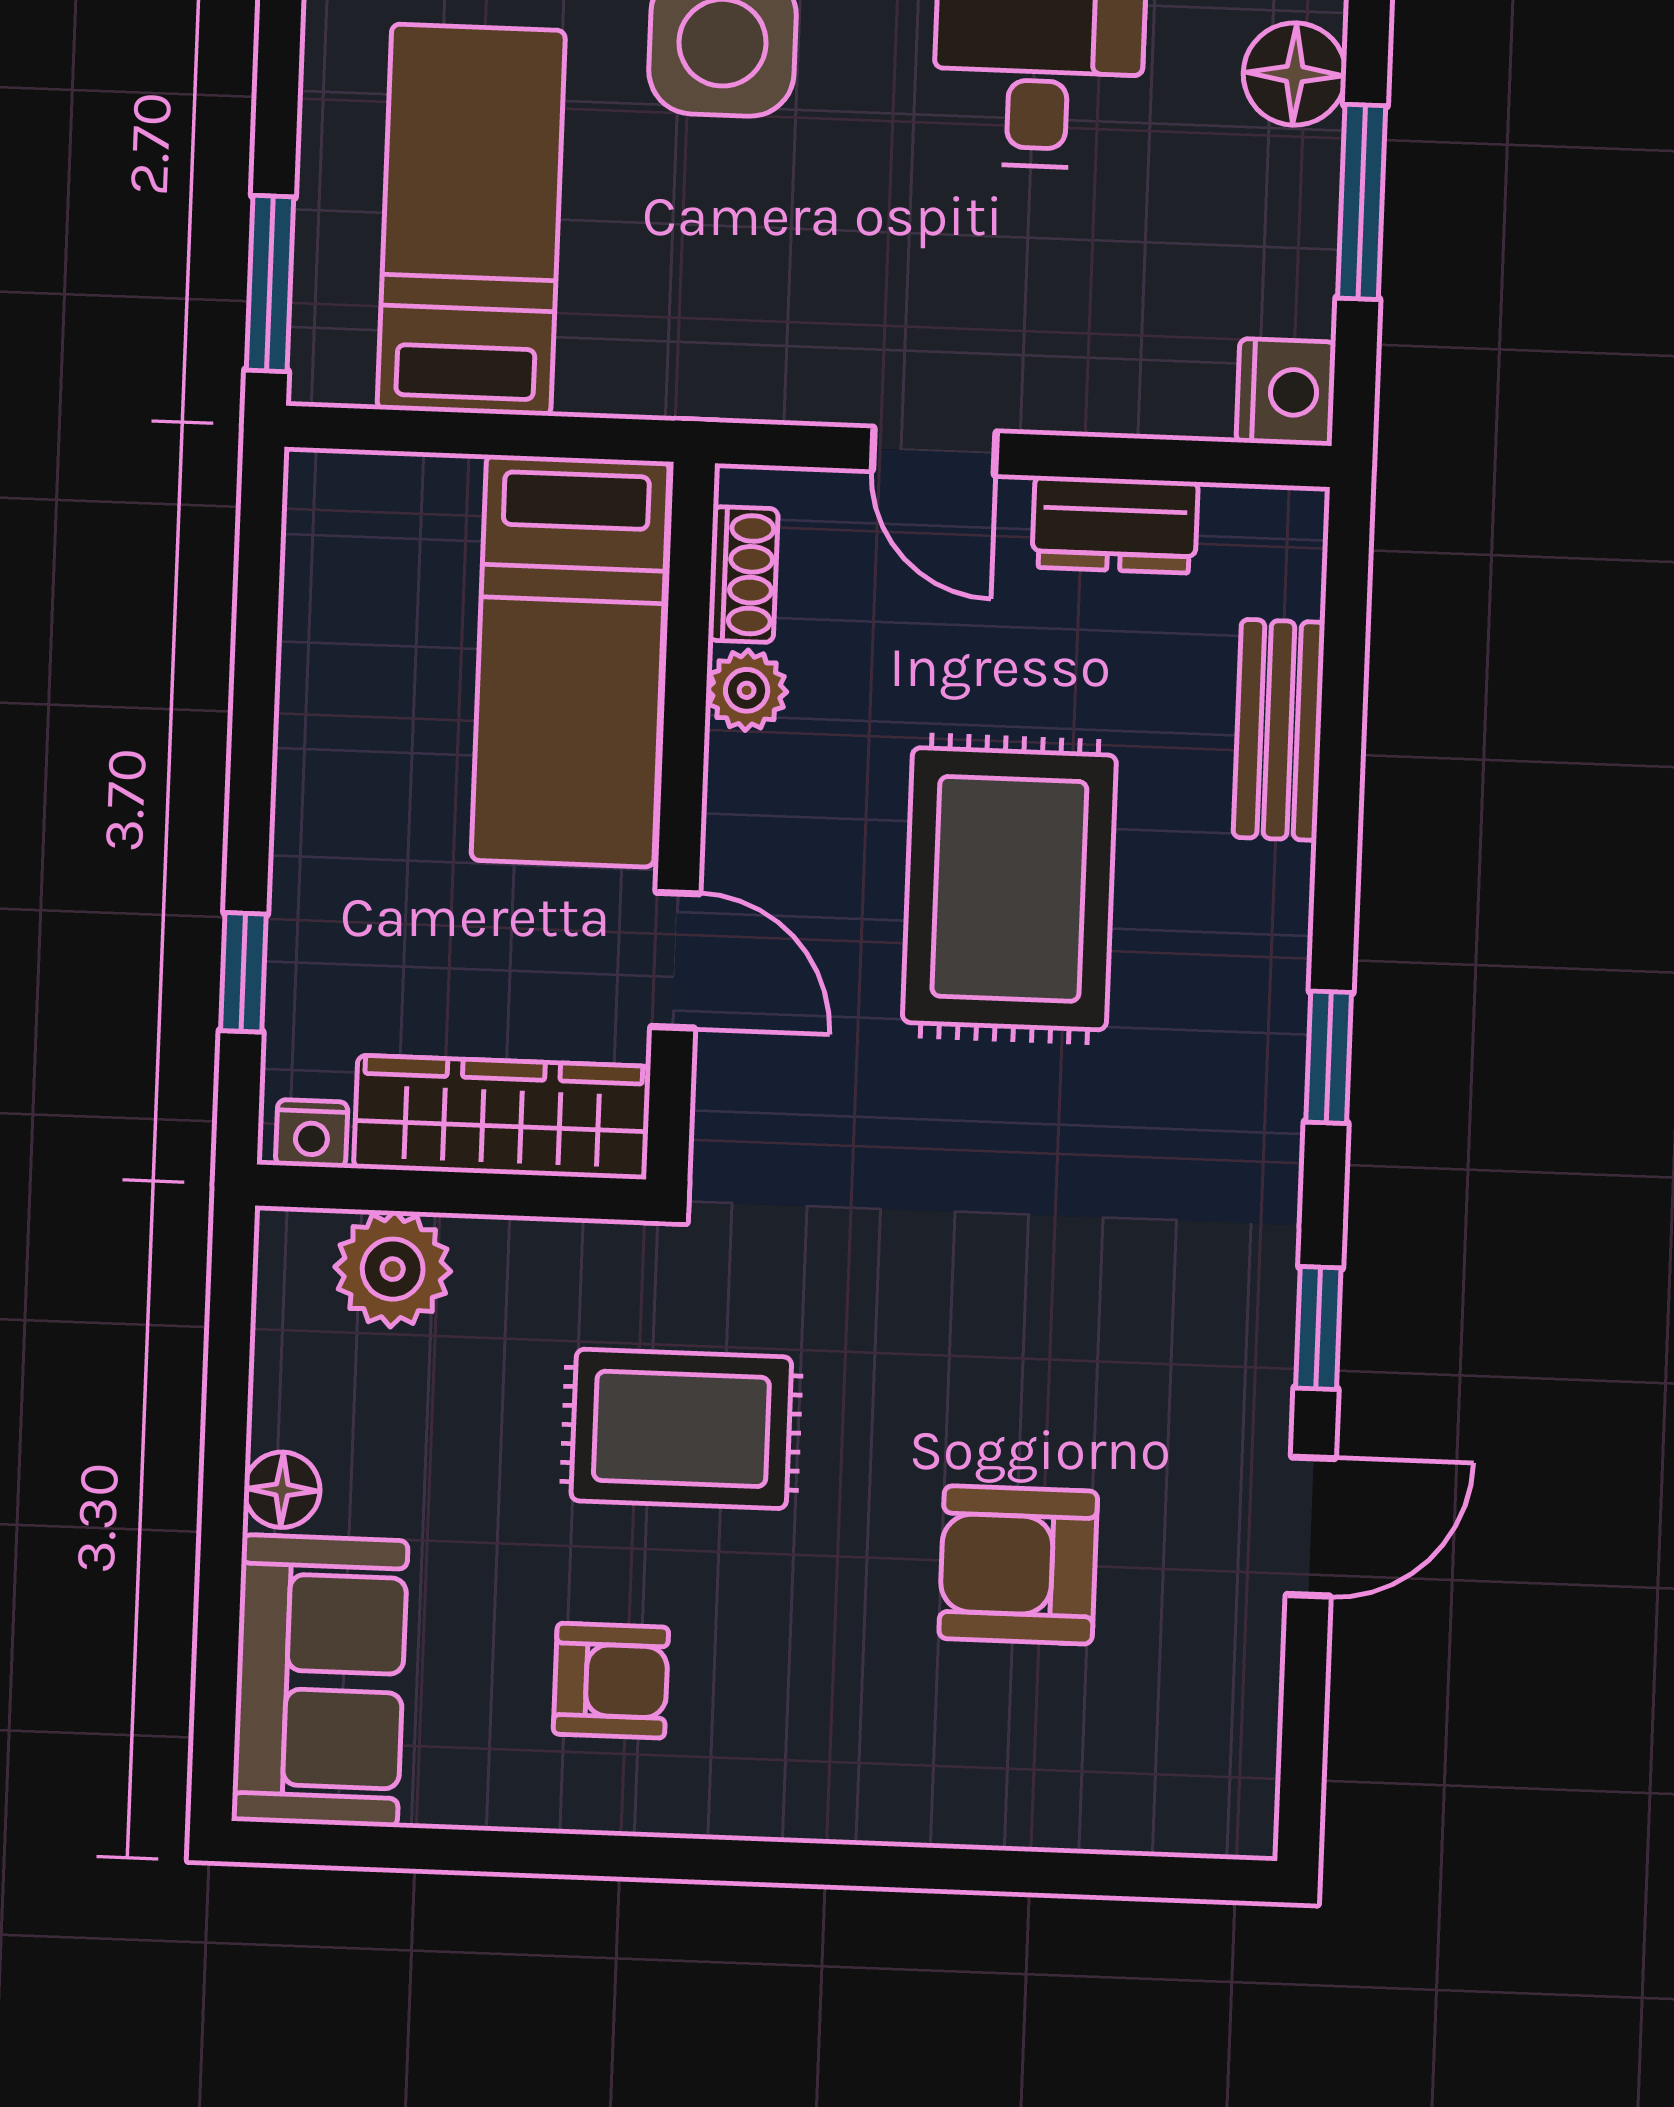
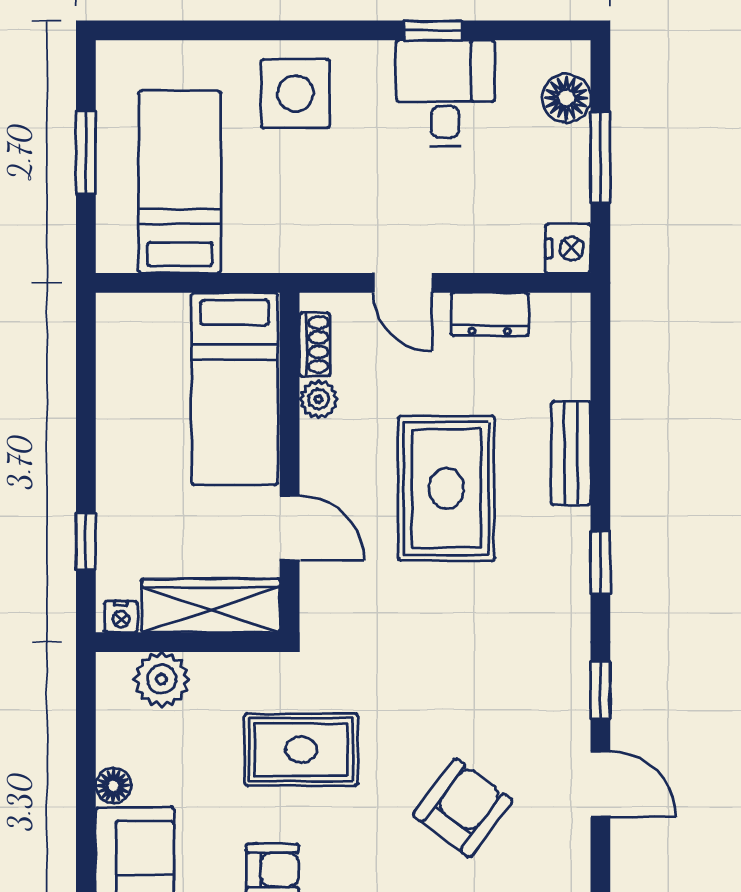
window: (270, 283) -> (86, 153), moved
bench: (1279, 730) -> (571, 453), moved
door: (1311, 1527) -> (600, 784), hinge flipped
armchair: (1018, 1565) -> (463, 808), turned 127

